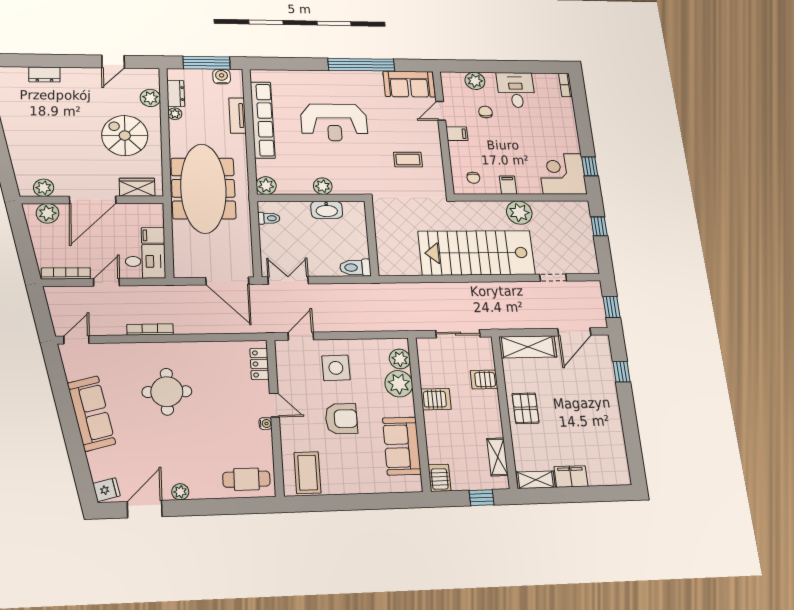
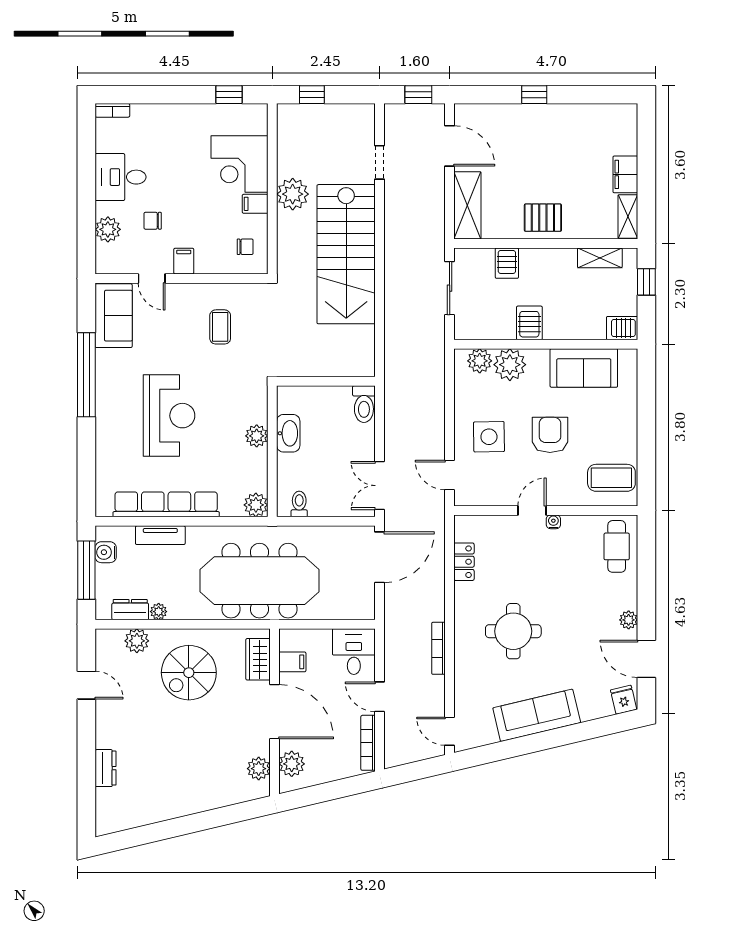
corner desk: (562, 174) -> (240, 164), moved
filing cabinet: (153, 235) -> (292, 662), moved, turned -90
locker: (259, 364) -> (464, 562), moved, turned -90
window: (622, 372) -> (534, 95), moved

